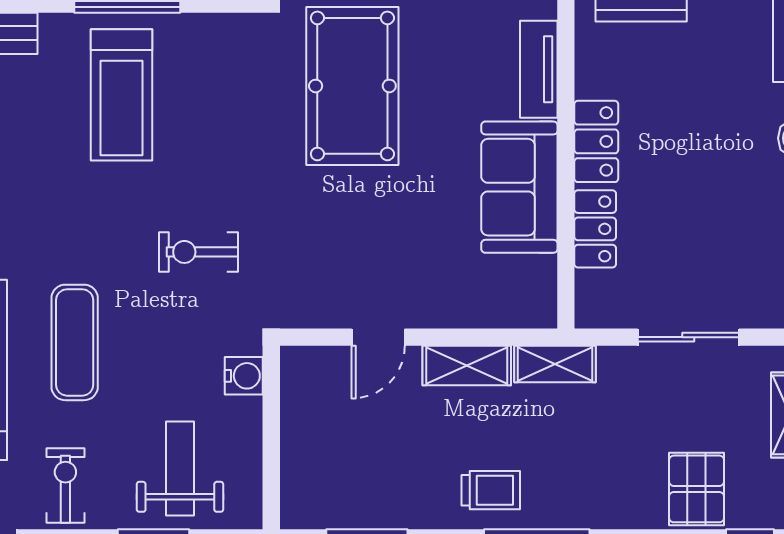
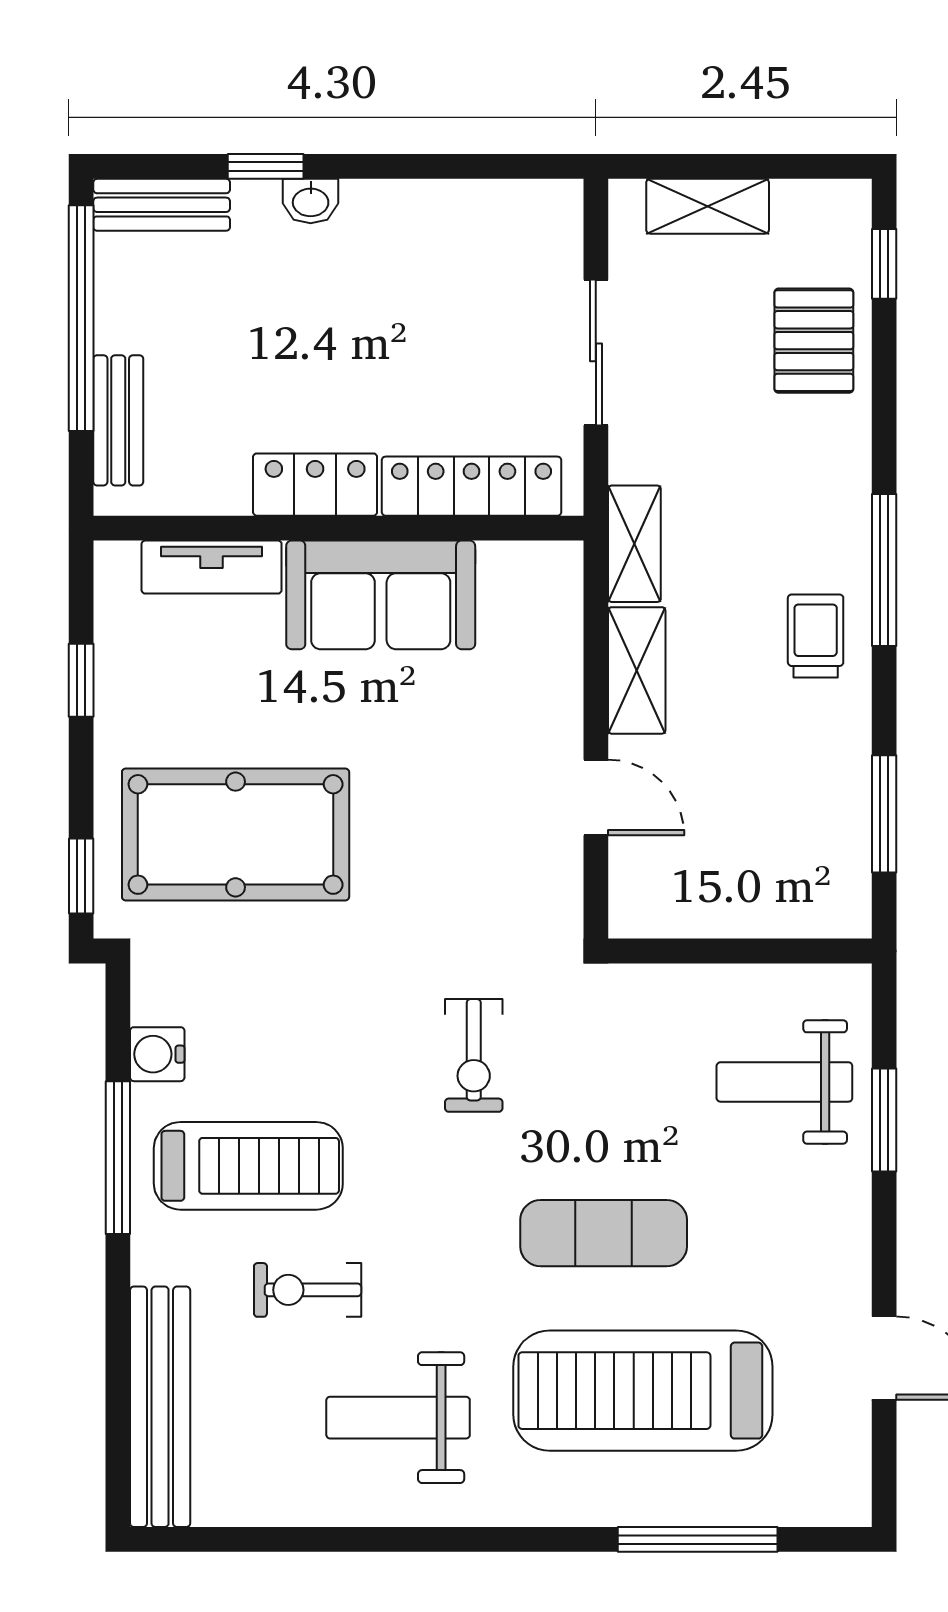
locker: (595, 229) -> (472, 486), width x1.53
water cooler: (244, 376) -> (157, 1054), moved, turned -90
exercise bike: (65, 486) -> (308, 1290), moved
pallet: (697, 489) -> (814, 341), turned 90

